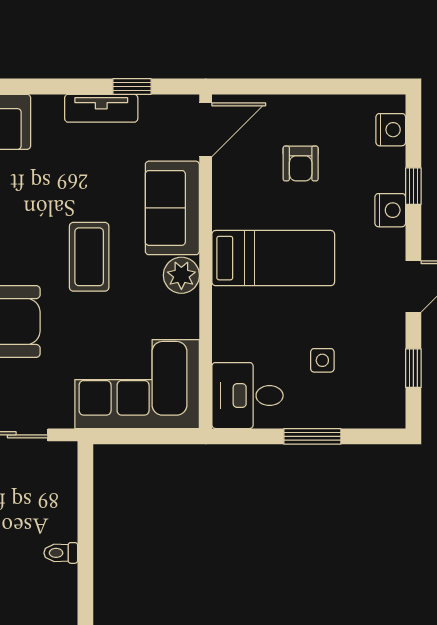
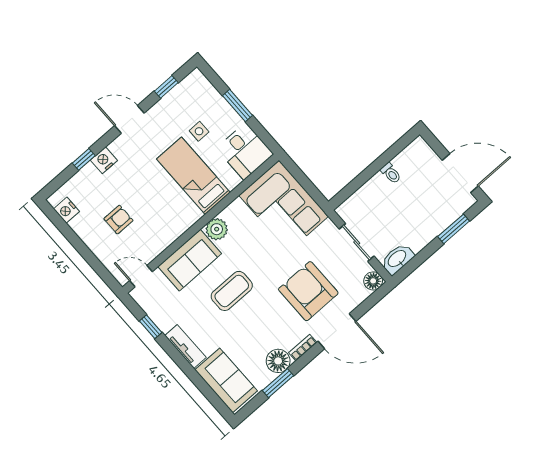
tv unit: (101, 108) -> (185, 346), moved
door: (206, 130) -> (141, 276), width x0.73
nightstand: (391, 130) -> (66, 210), moved, turned -90
coffee table: (89, 257) -> (232, 291), moved
bed: (273, 258) -> (193, 176), moved

